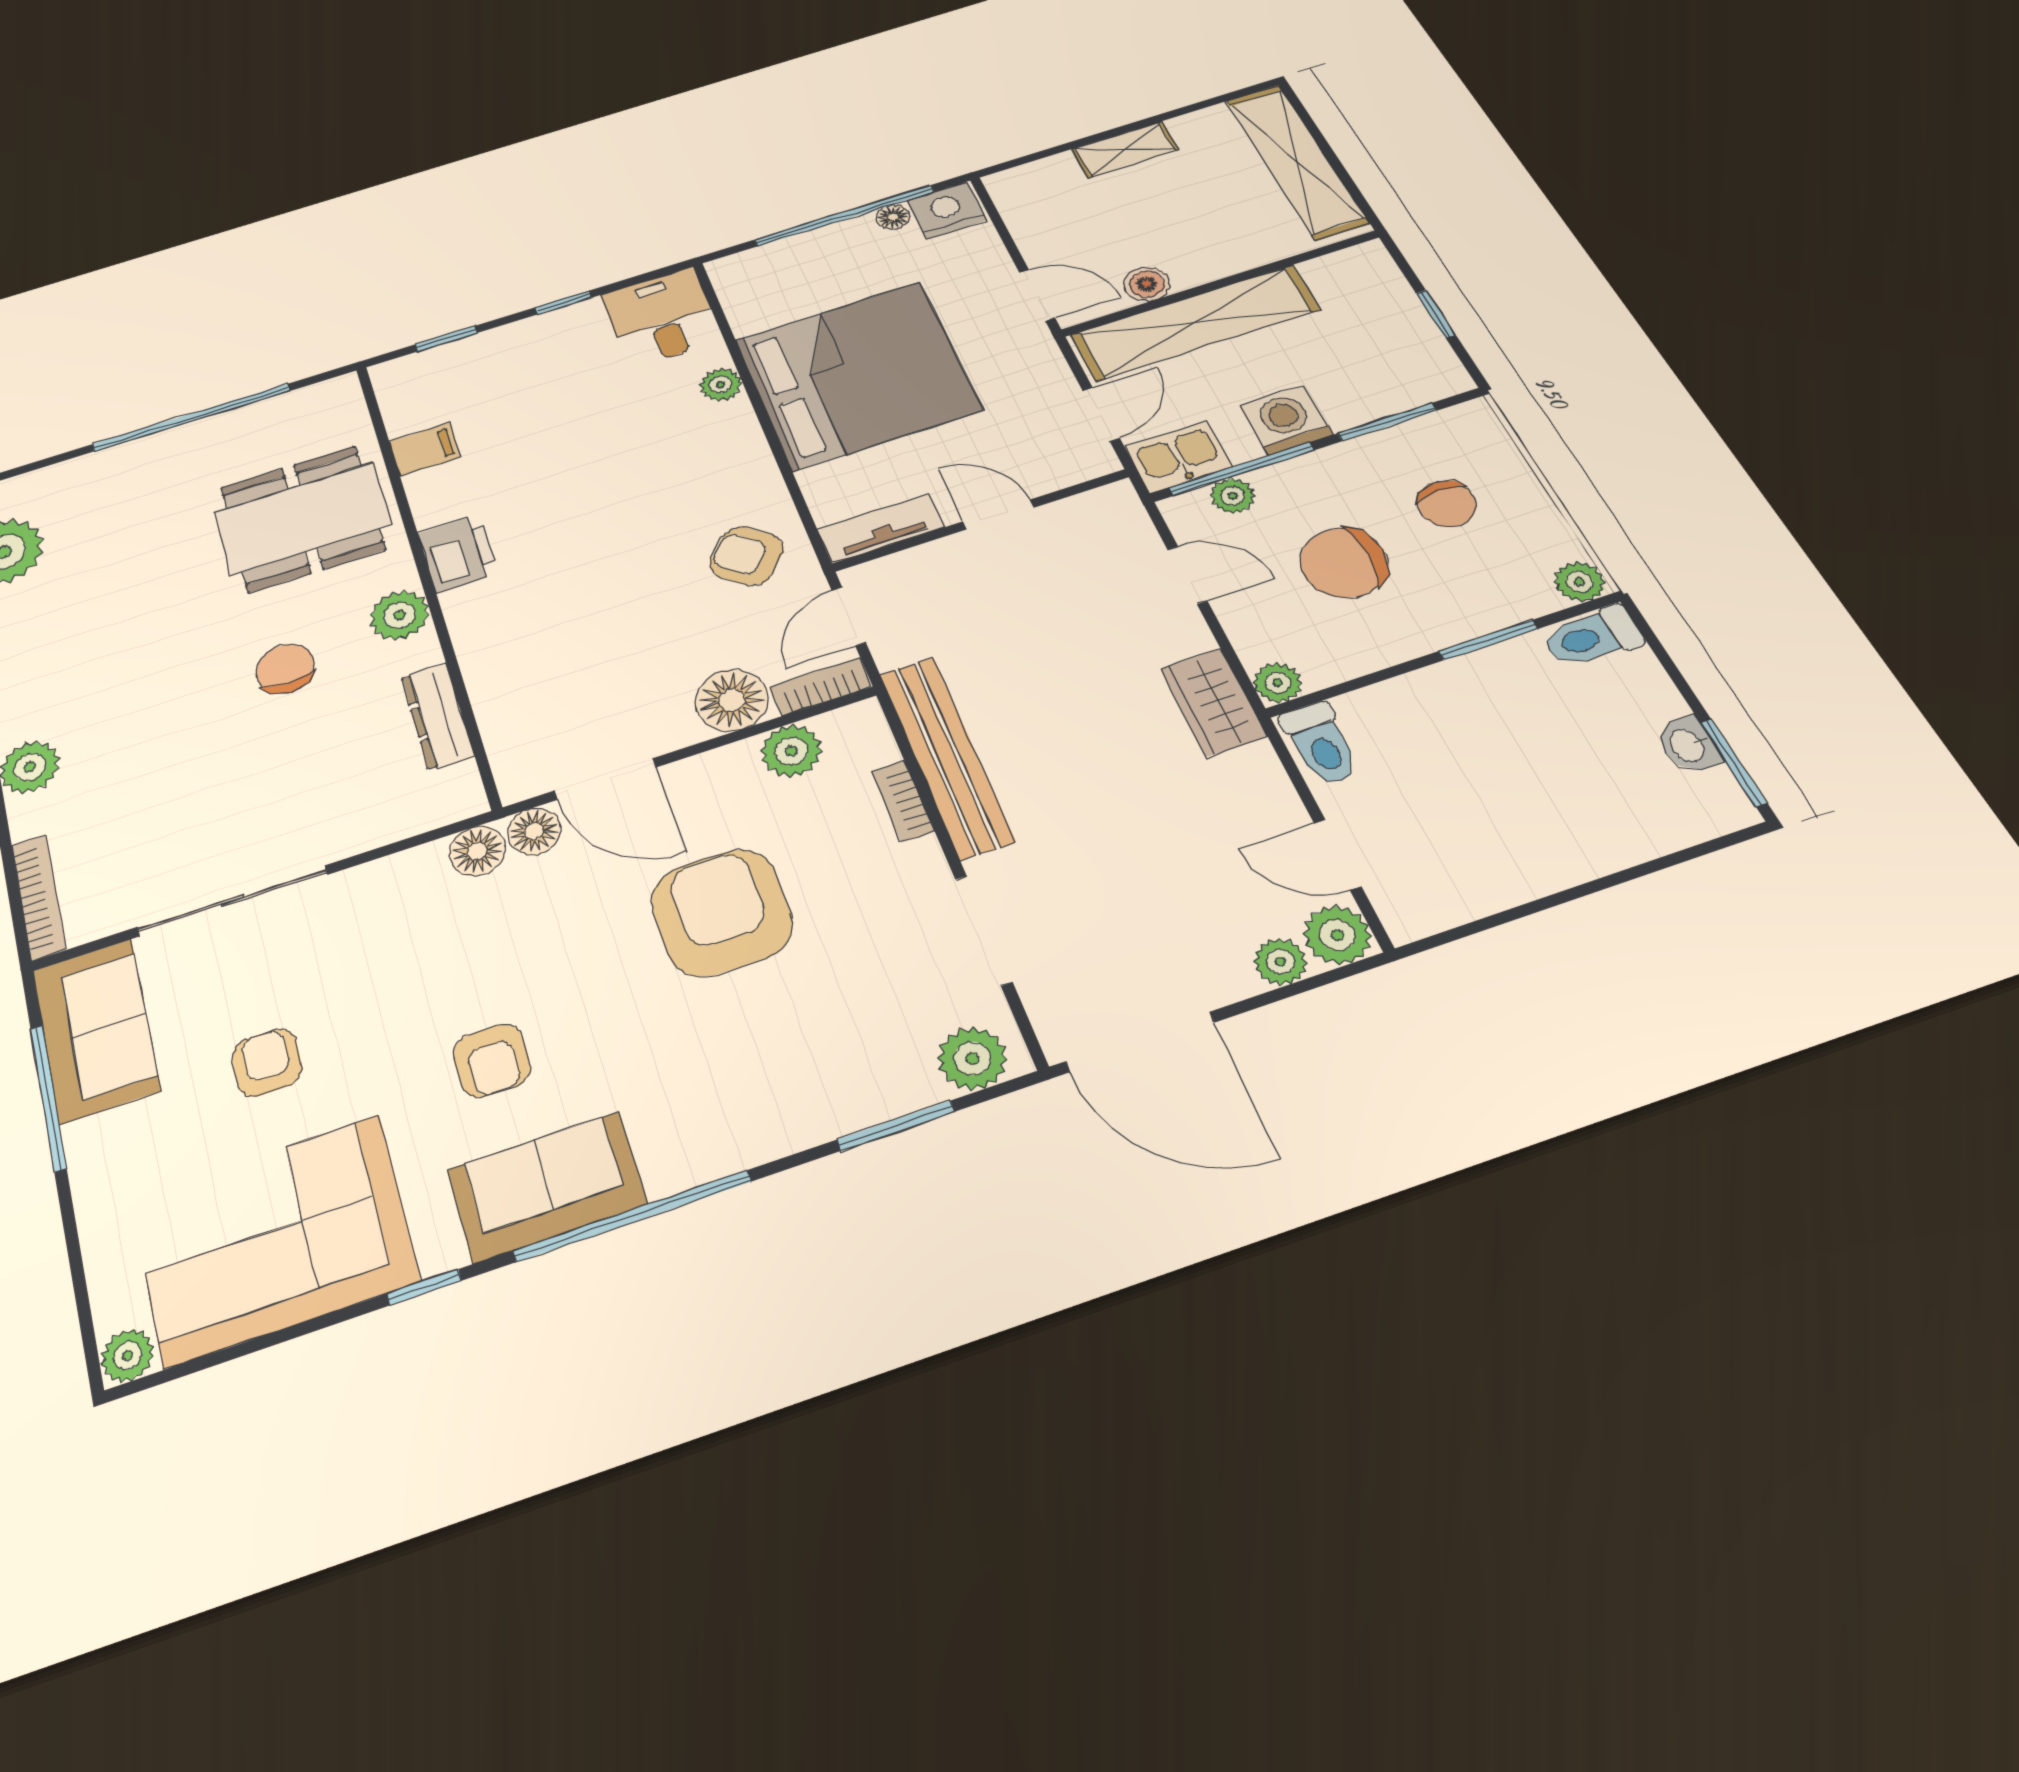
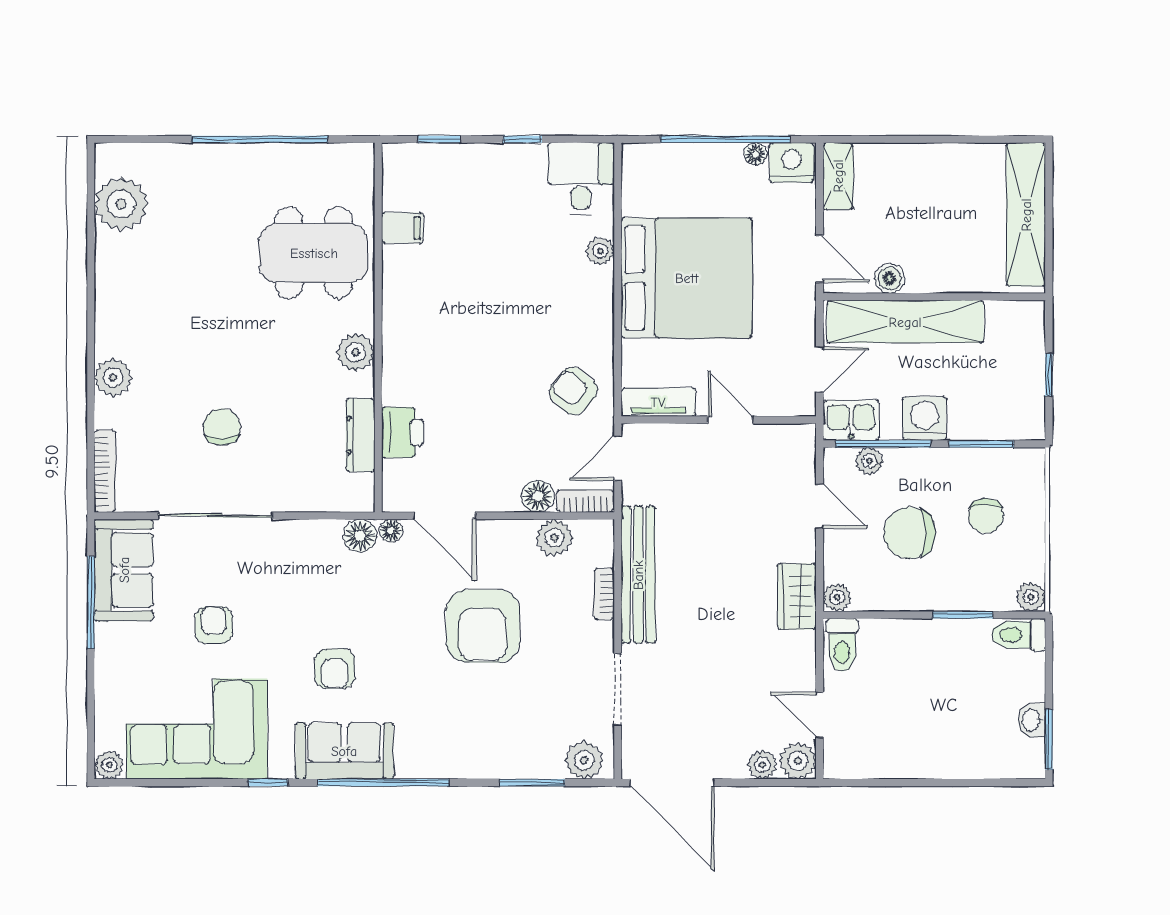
shelving: (1125, 149) -> (838, 176), moved, turned 90
printer: (458, 553) -> (402, 432), moved
chair: (285, 669) -> (222, 427), moved
floor lamp: (732, 700) -> (538, 496), width x0.73, depth x0.73
floor lamp: (534, 831) -> (391, 531), width x0.73, depth x0.73
armchair: (722, 912) -> (483, 626), turned 180

